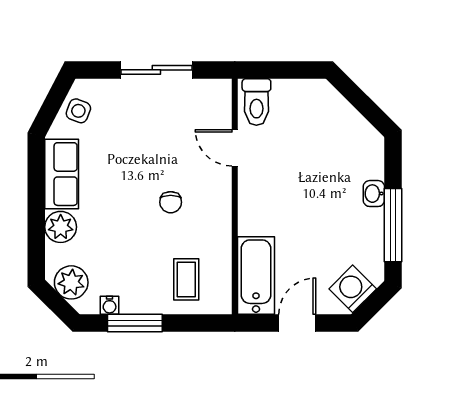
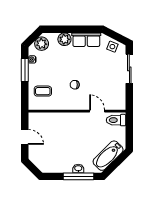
sliding door: (156, 70) -> (129, 69), moved
door: (235, 148) -> (97, 111), hinge flipped
window: (393, 225) -> (79, 176), moved
bathtub: (256, 276) -> (108, 156), moved, turned 135
washing machine: (353, 289) -> (39, 160), removed

